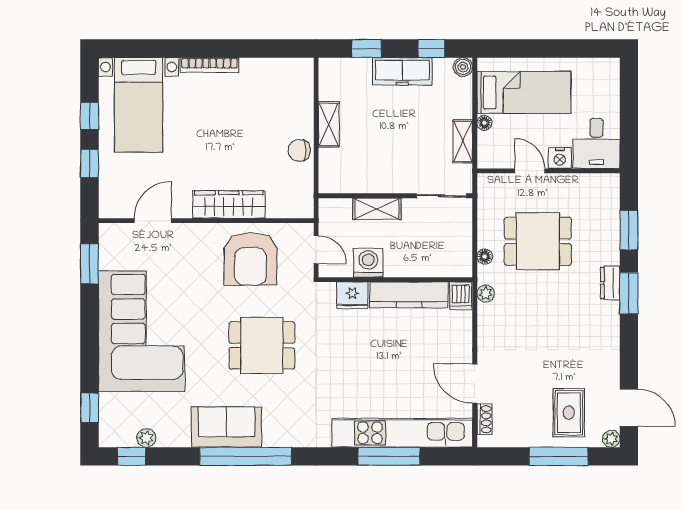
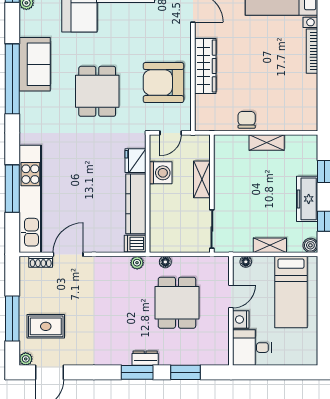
floor lamp: (484, 123) -> (246, 262), moved
shelving: (463, 141) -> (270, 245), moved

